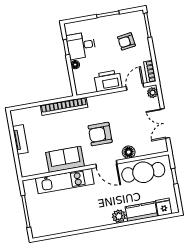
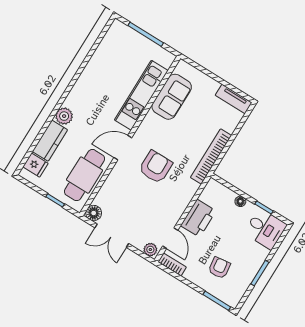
desk: (81, 45) -> (265, 229), moved, turned 90
double door: (165, 123) -> (112, 236), swing flipped
tv unit: (20, 139) -> (234, 99), moved
floor lamp: (129, 152) -> (94, 213), moved
sofa: (65, 159) -> (172, 97), moved

